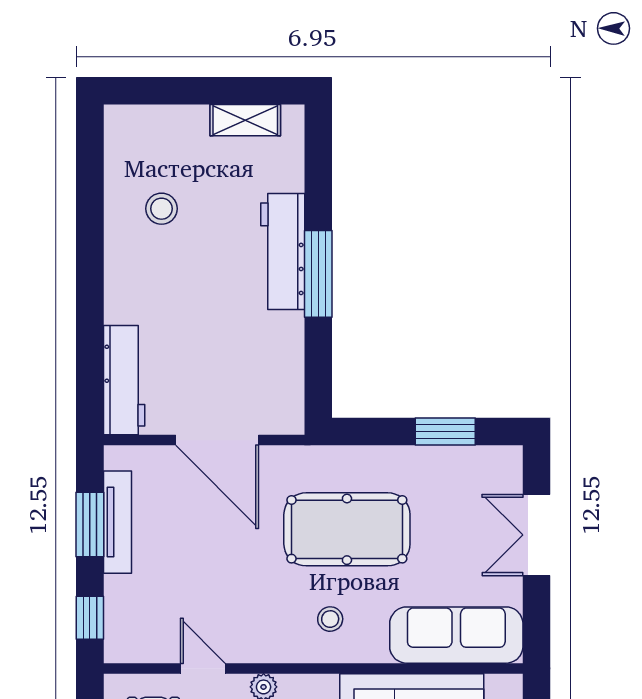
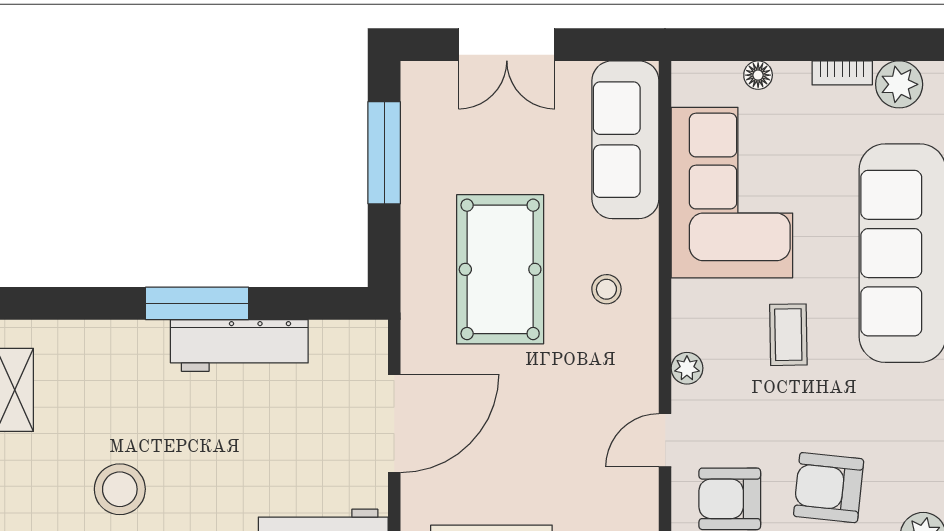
stool: (161, 209) -> (120, 489), width x1.38, depth x1.38
workbench: (283, 252) -> (239, 345), moved
window: (445, 432) -> (384, 153), width x1.44

